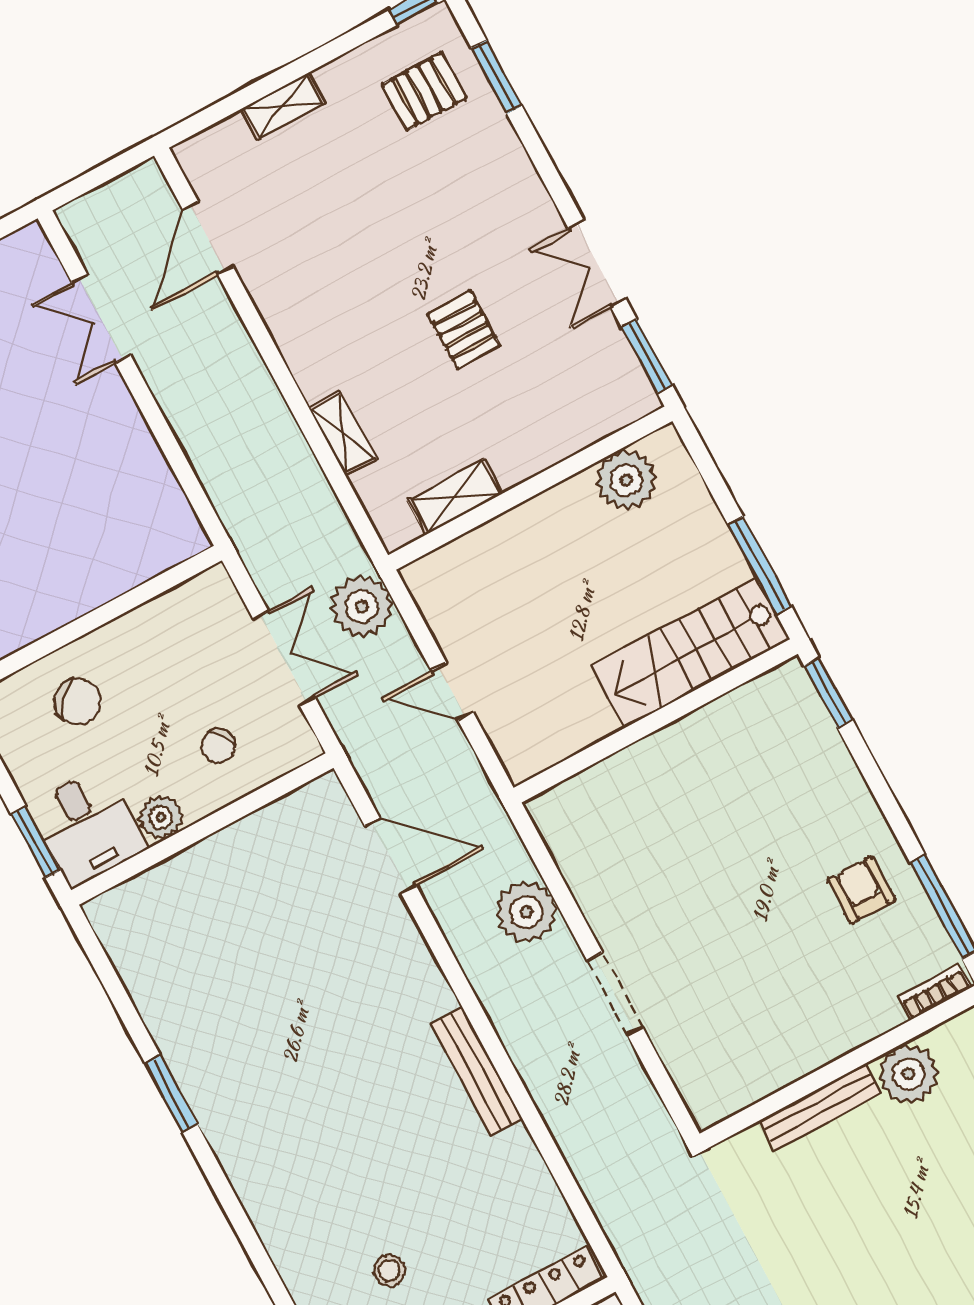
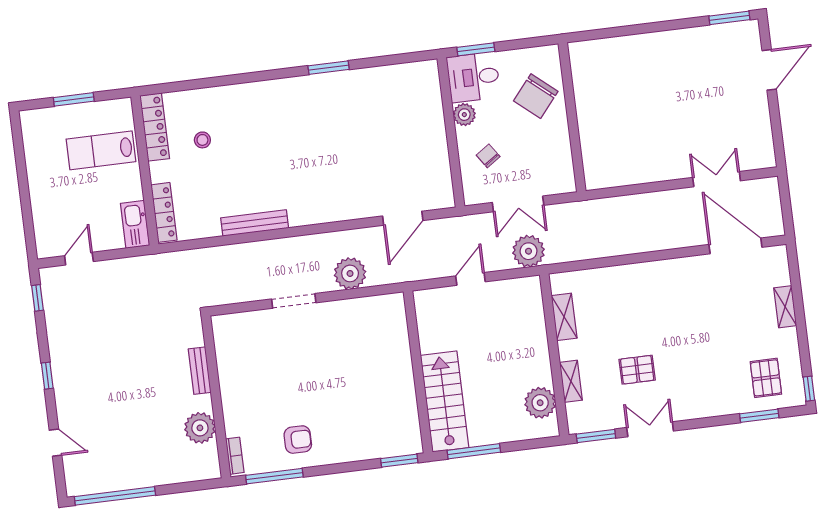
door: (208, 238) -> (735, 246), width x1.36
pallet: (464, 330) -> (637, 370), moved
shelving: (343, 434) -> (571, 381), moved, turned 90
chair: (78, 702) -> (536, 96), width x1.37, depth x1.37
bench: (477, 1071) -> (255, 223), moved
bench: (820, 1107) -> (200, 371), width x0.73

